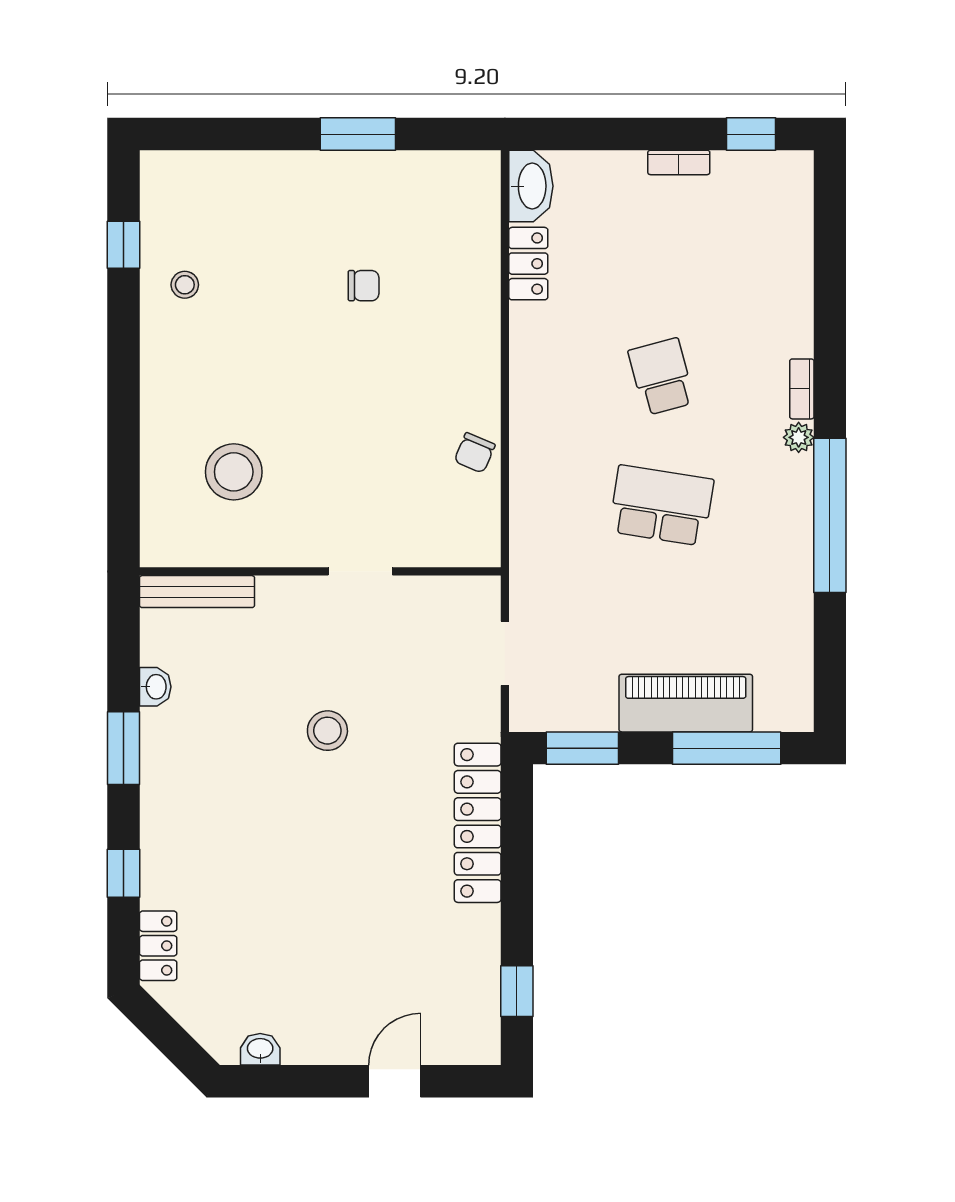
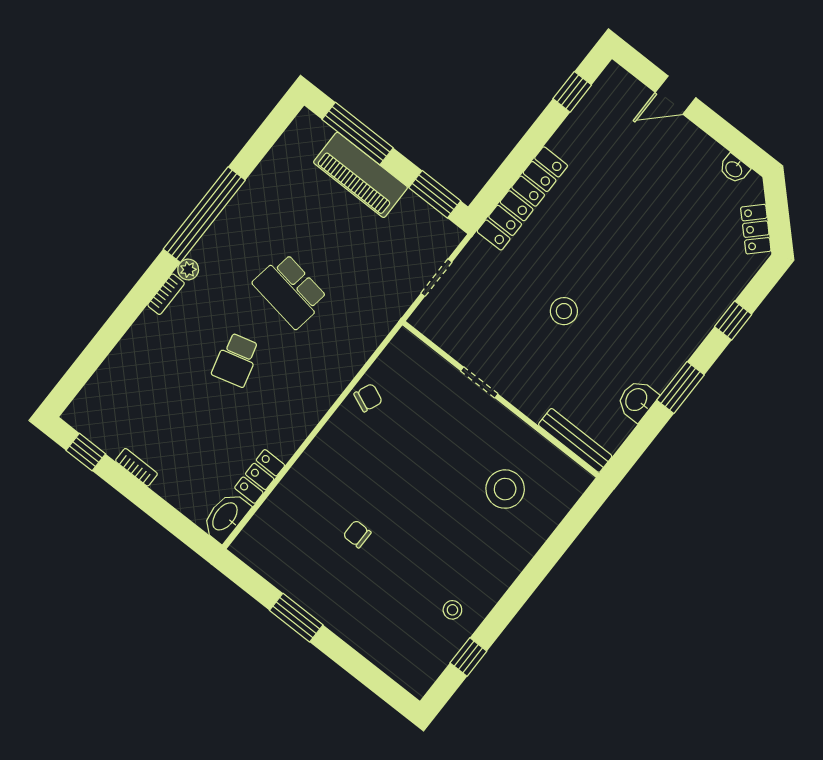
washbasin: (155, 687) -> (637, 400), width x1.38, depth x1.45
locker: (158, 946) -> (756, 229), moved, turned -45

